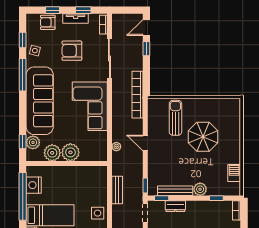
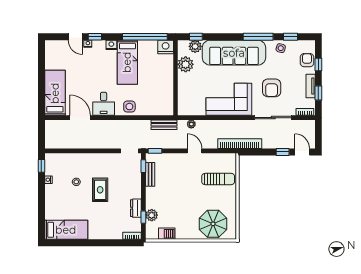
armchair: (72, 51) -> (272, 88), moved, turned 180
parasol: (203, 137) -> (213, 224), moved
door: (145, 143) -> (195, 151), hinge flipped
plant: (70, 152) -> (186, 81), removed
nightstand: (34, 185) -> (166, 47), moved
plant: (200, 189) -> (152, 215), moved
bench: (117, 190) -> (164, 125), moved
bench: (175, 191) -> (150, 174), width x0.73
dresser: (175, 206) -> (136, 208), moved

